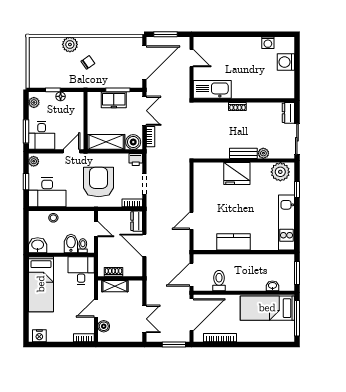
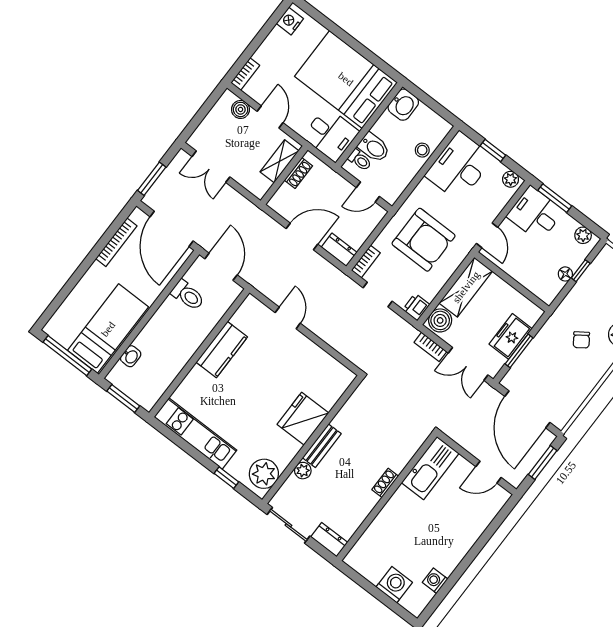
bed: (41, 284) -> (346, 79), width x1.50

